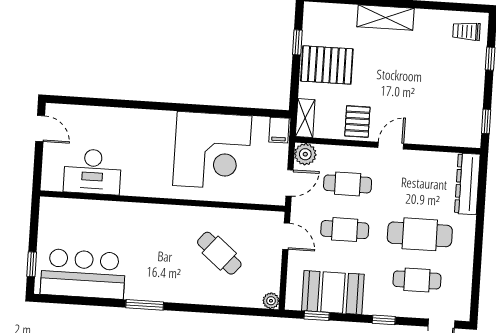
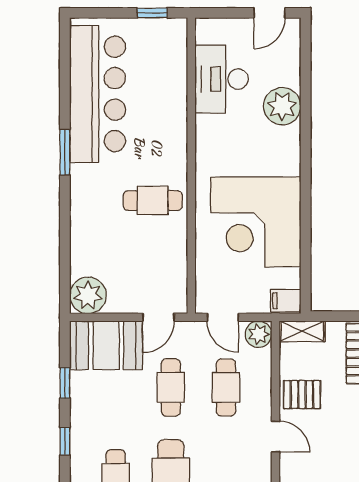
plant: (118, 123) -> (282, 106), added
cafe table: (219, 253) -> (153, 201), moved, turned 50
window: (32, 264) -> (152, 13), moved
bar counter: (83, 274) -> (98, 94), width x1.36
booth: (333, 292) -> (106, 345), moved, turned 90
plant: (271, 301) -> (88, 295), width x1.88, depth x1.88
window: (317, 316) -> (65, 383), moved

